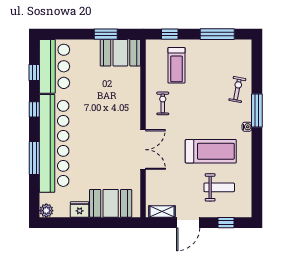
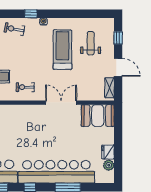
window: (257, 111) -> (31, 14), width x0.46
booth: (111, 203) -> (98, 116), moved, turned 90
plant: (46, 211) -> (109, 165), moved

